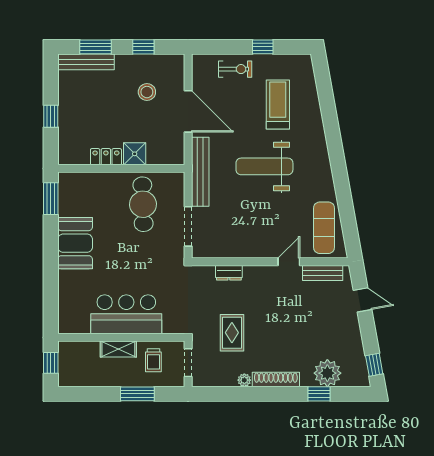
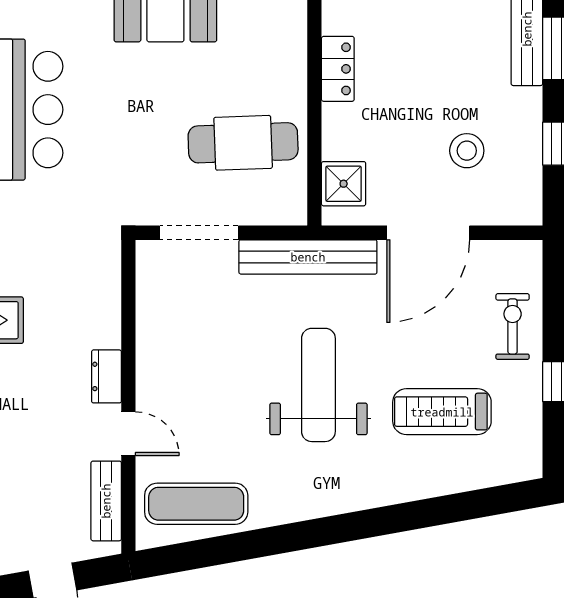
exercise bike: (235, 69) -> (513, 326), turned 180
treadmill: (278, 105) -> (442, 412), turned 180
shower: (135, 154) -> (344, 184), moved
dresser: (229, 273) -> (106, 376), moved

